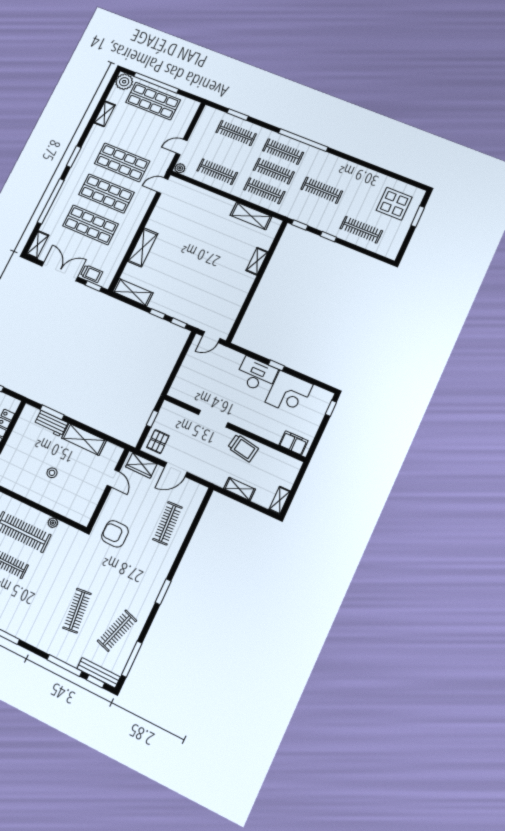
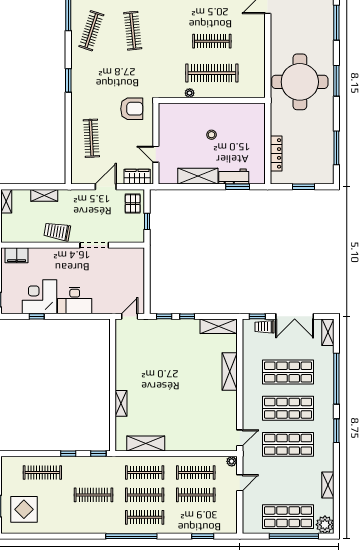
clothes rail: (236, 133) -> (196, 495), moved
window: (276, 365) -> (37, 316), moved

